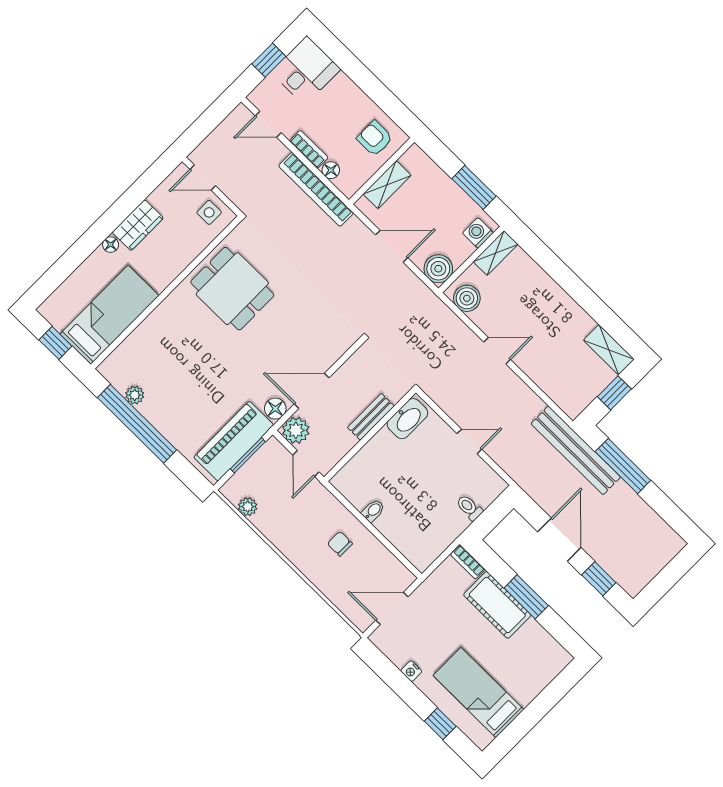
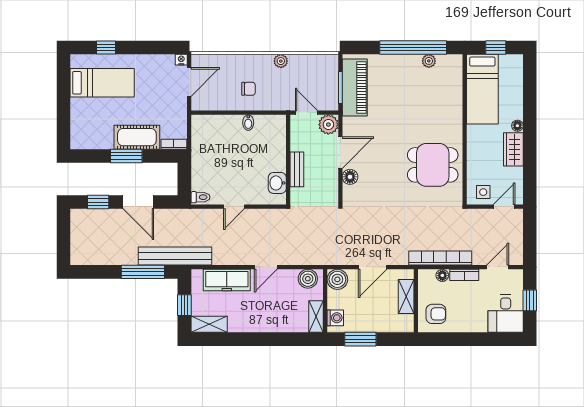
freezer: (548, 376) -> (227, 280), added
floor lamp: (275, 409) -> (350, 177), moved
washbasin: (407, 419) -> (277, 183), width x0.72
plant: (248, 507) -> (281, 61), moved
toilet: (469, 508) -> (200, 197), moved
nightstand: (411, 671) -> (181, 60), moved

